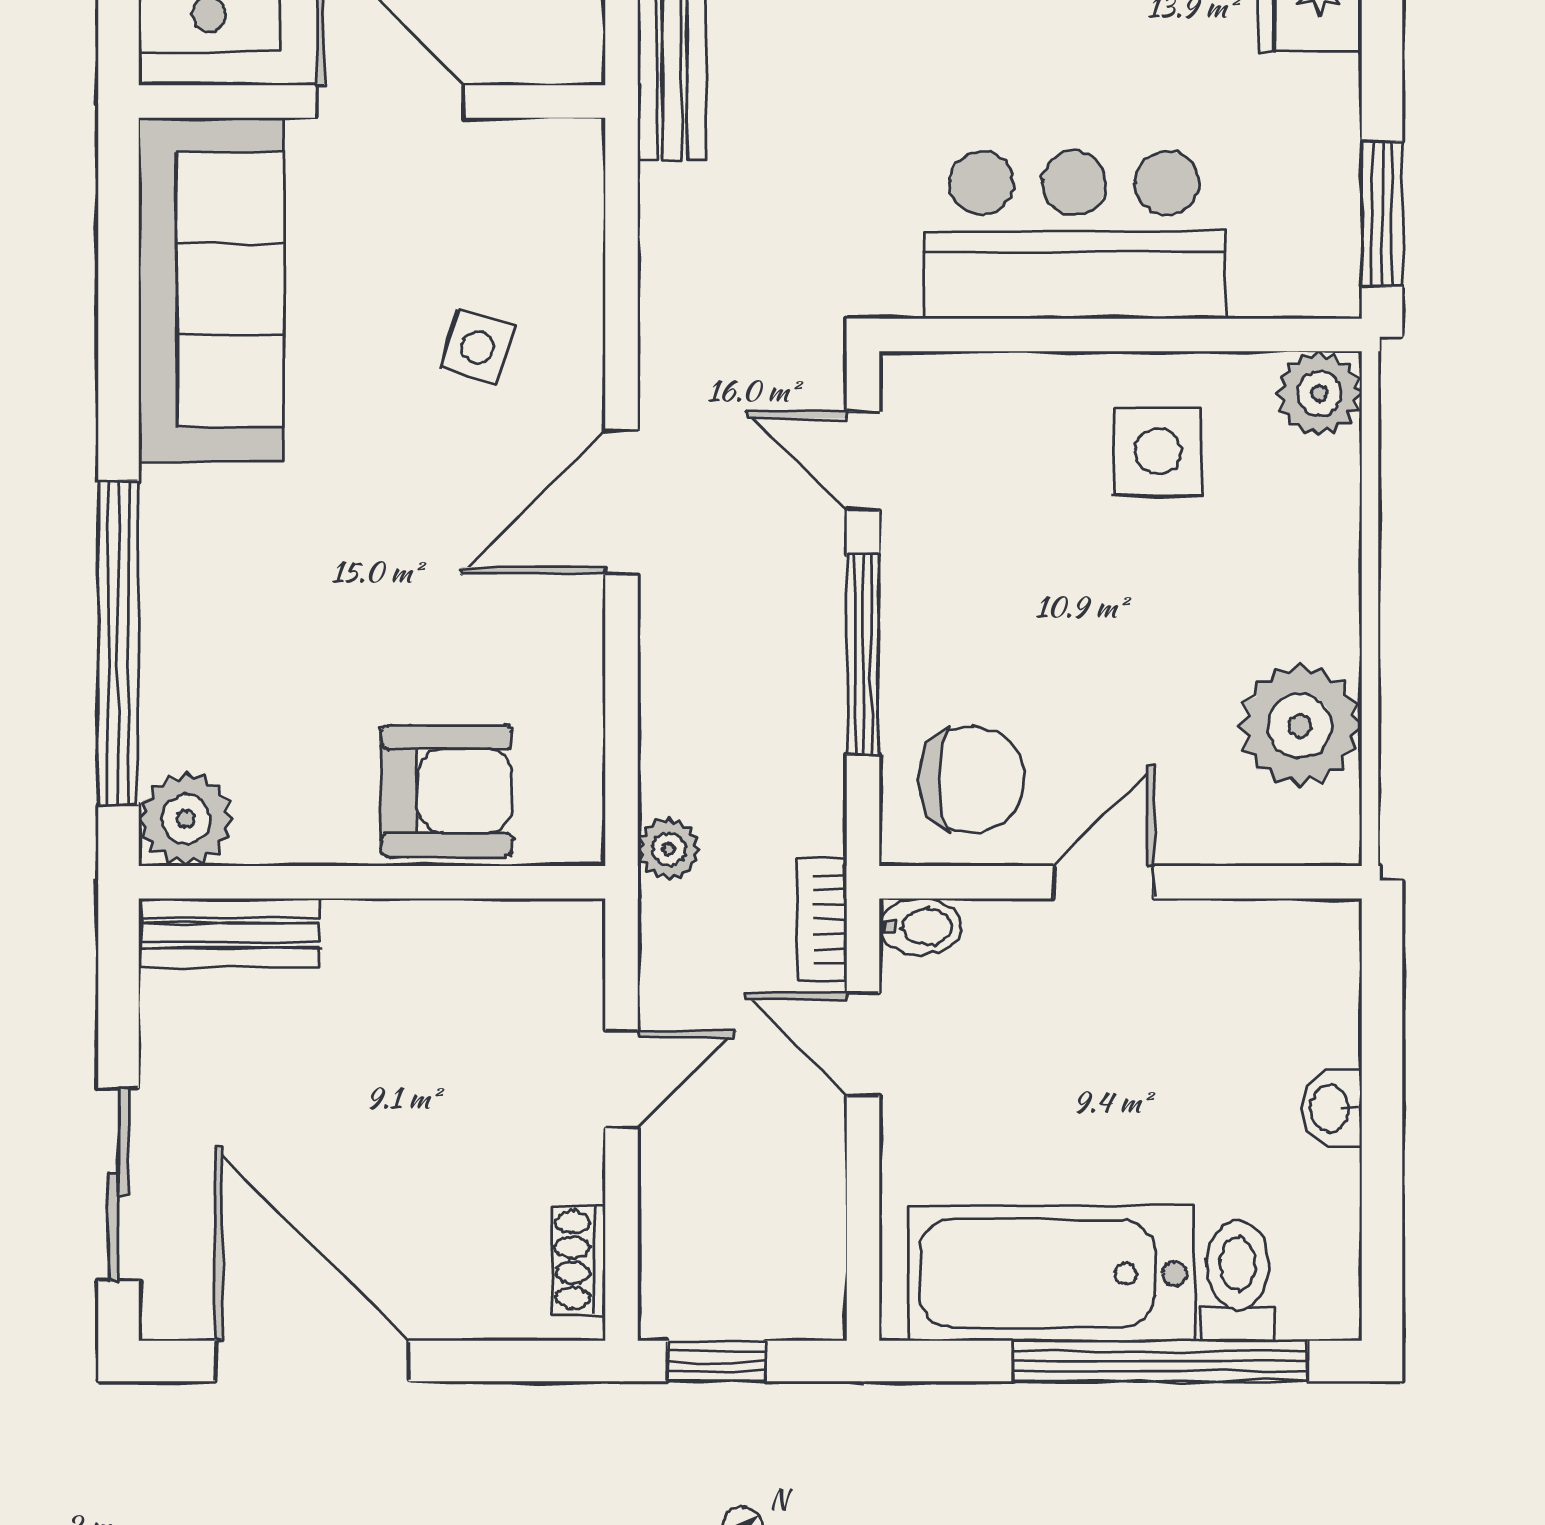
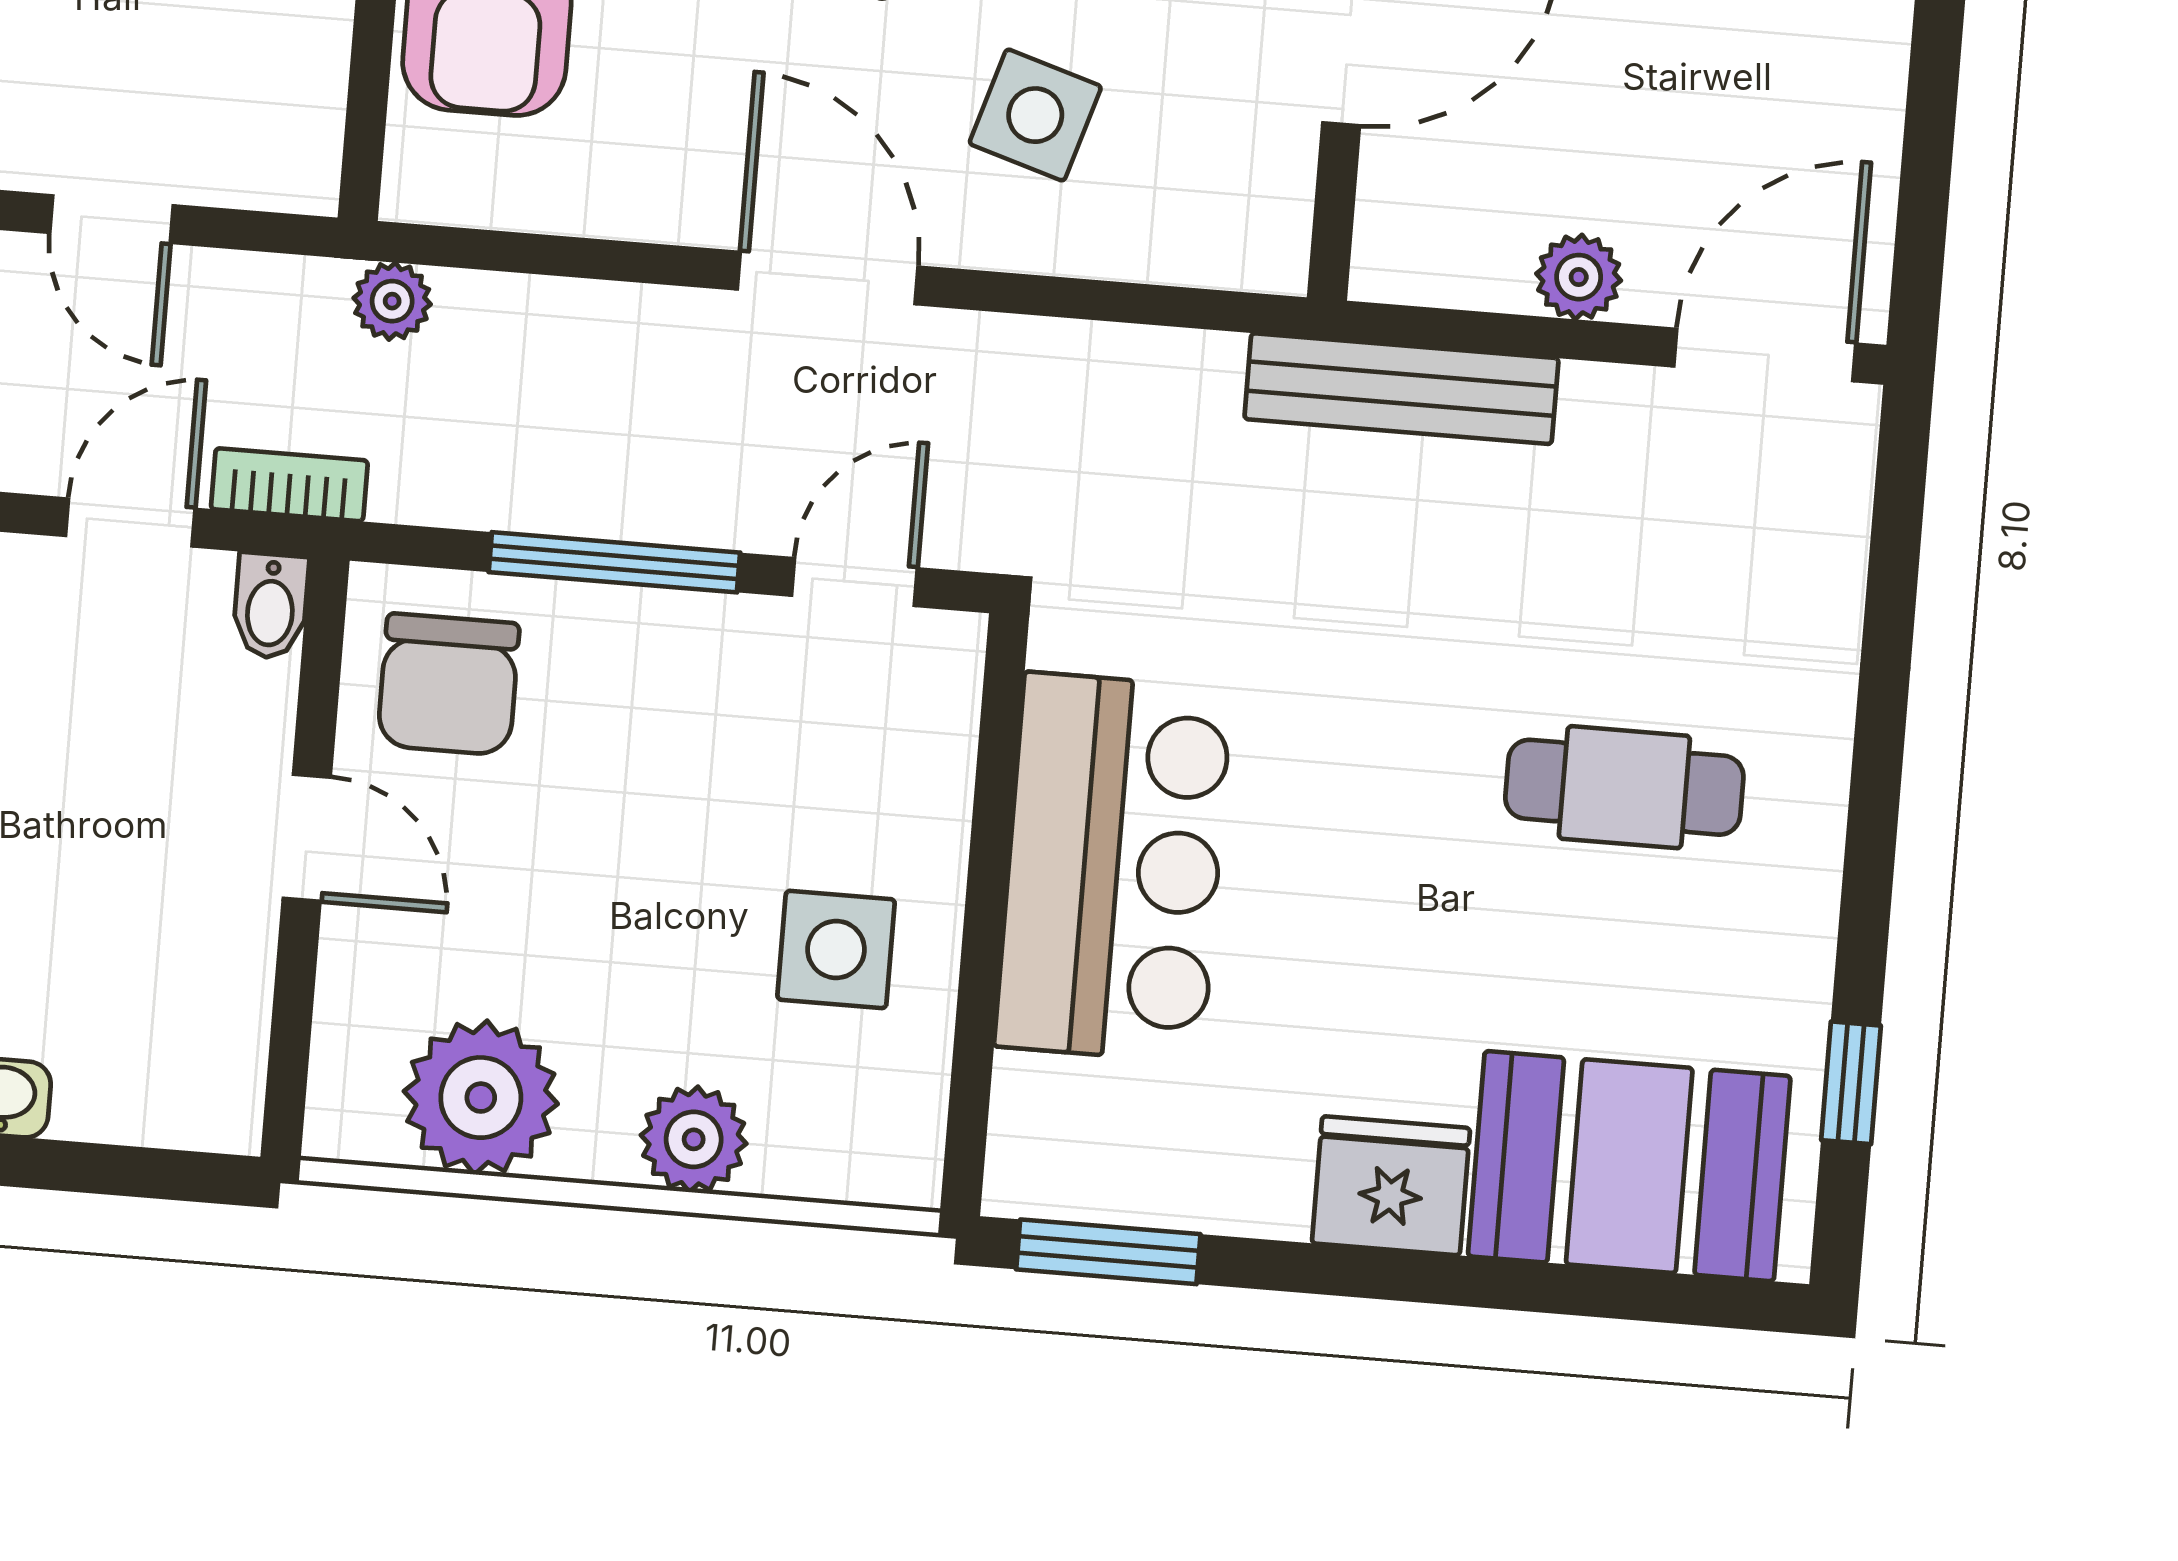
side table: (477, 347) -> (1035, 115), width x1.37, depth x1.37
plant: (1319, 394) -> (694, 1139), moved

